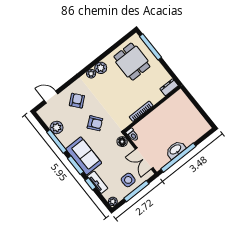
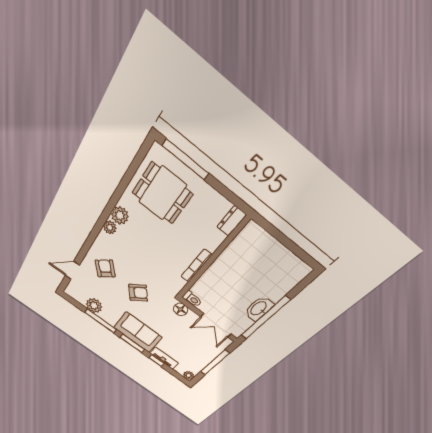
side table: (128, 180) -> (201, 352), removed

